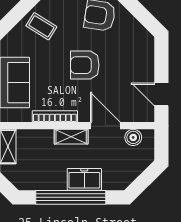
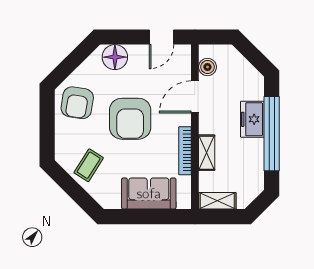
floor lamp: (142, 51) -> (115, 57), added
armchair: (85, 65) -> (130, 119), width x1.36, depth x1.36
shelving: (71, 137) -> (207, 153), moved

